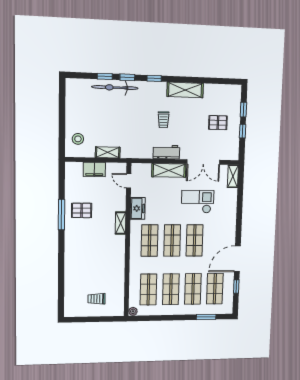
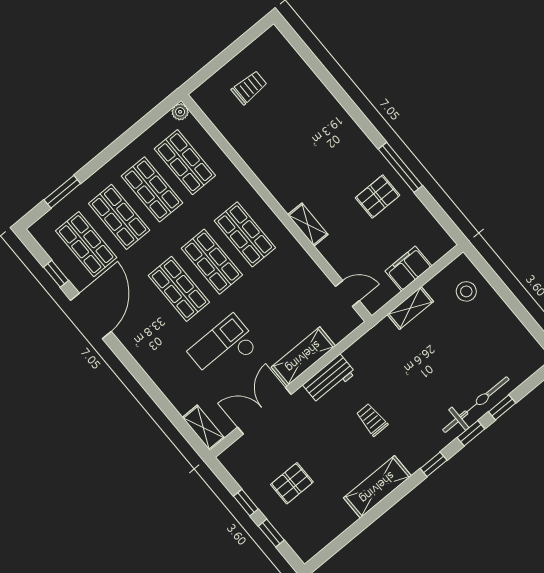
checkout: (198, 202) -> (223, 348), turned 180
freezer: (138, 208) -> (301, 266), removed

